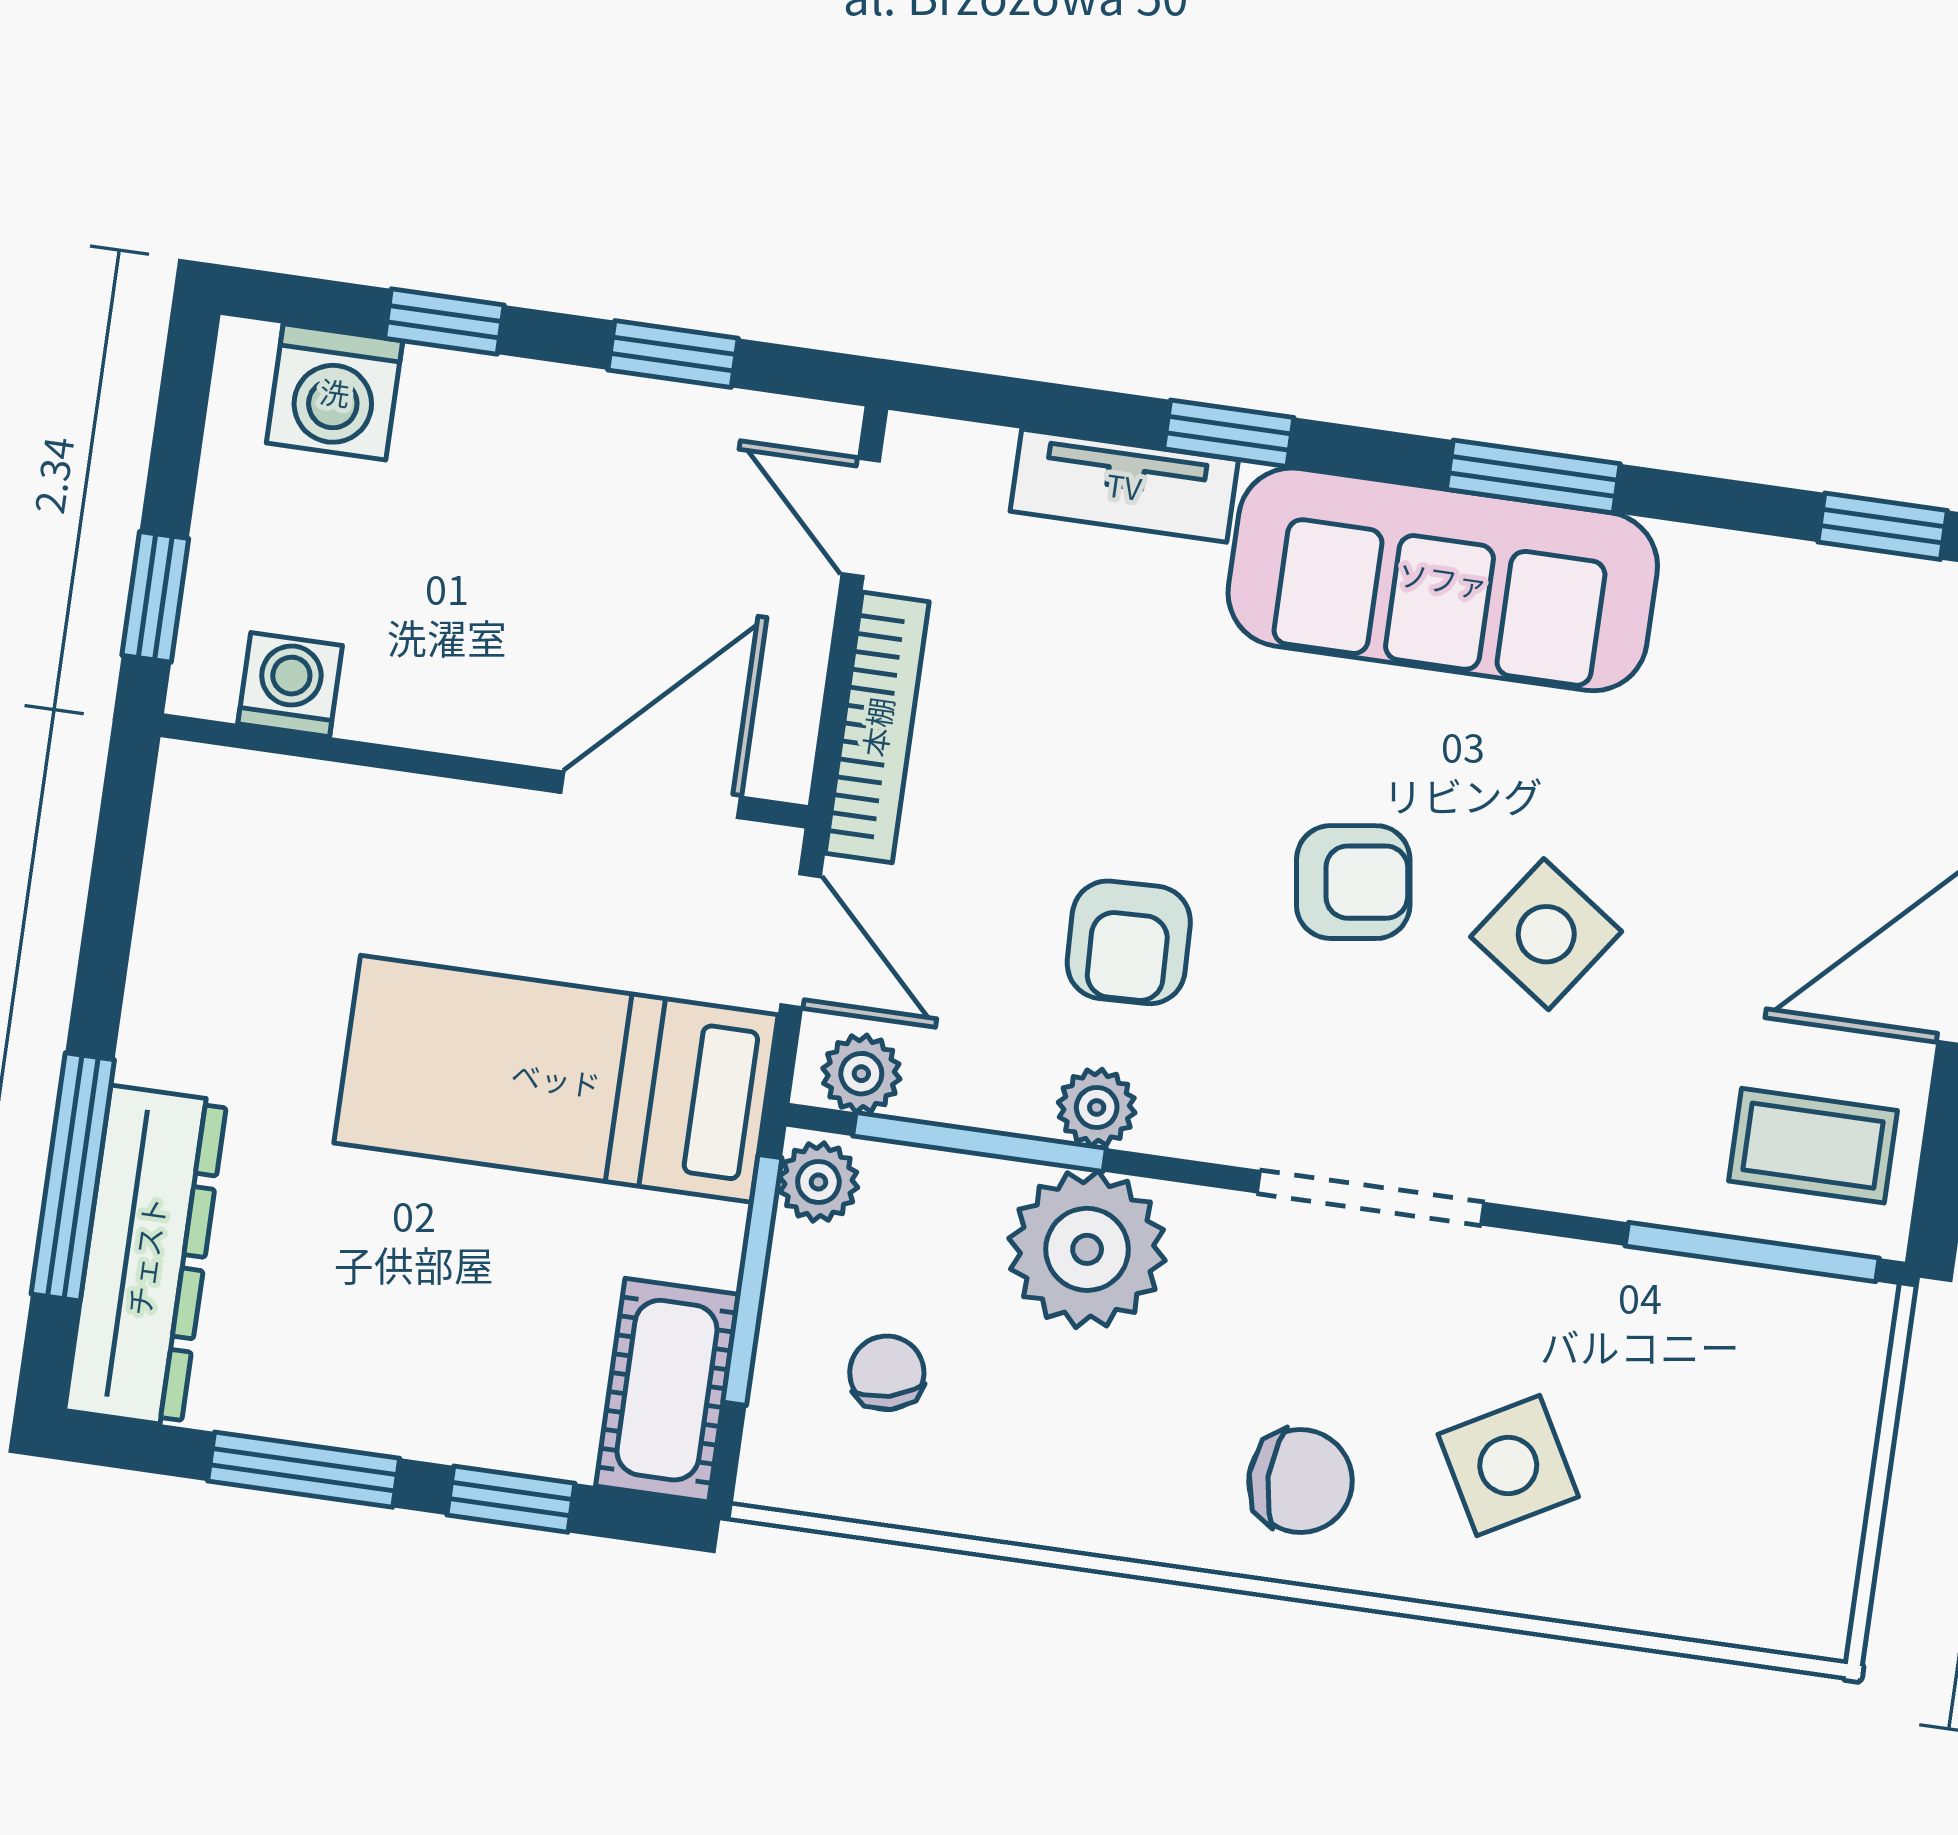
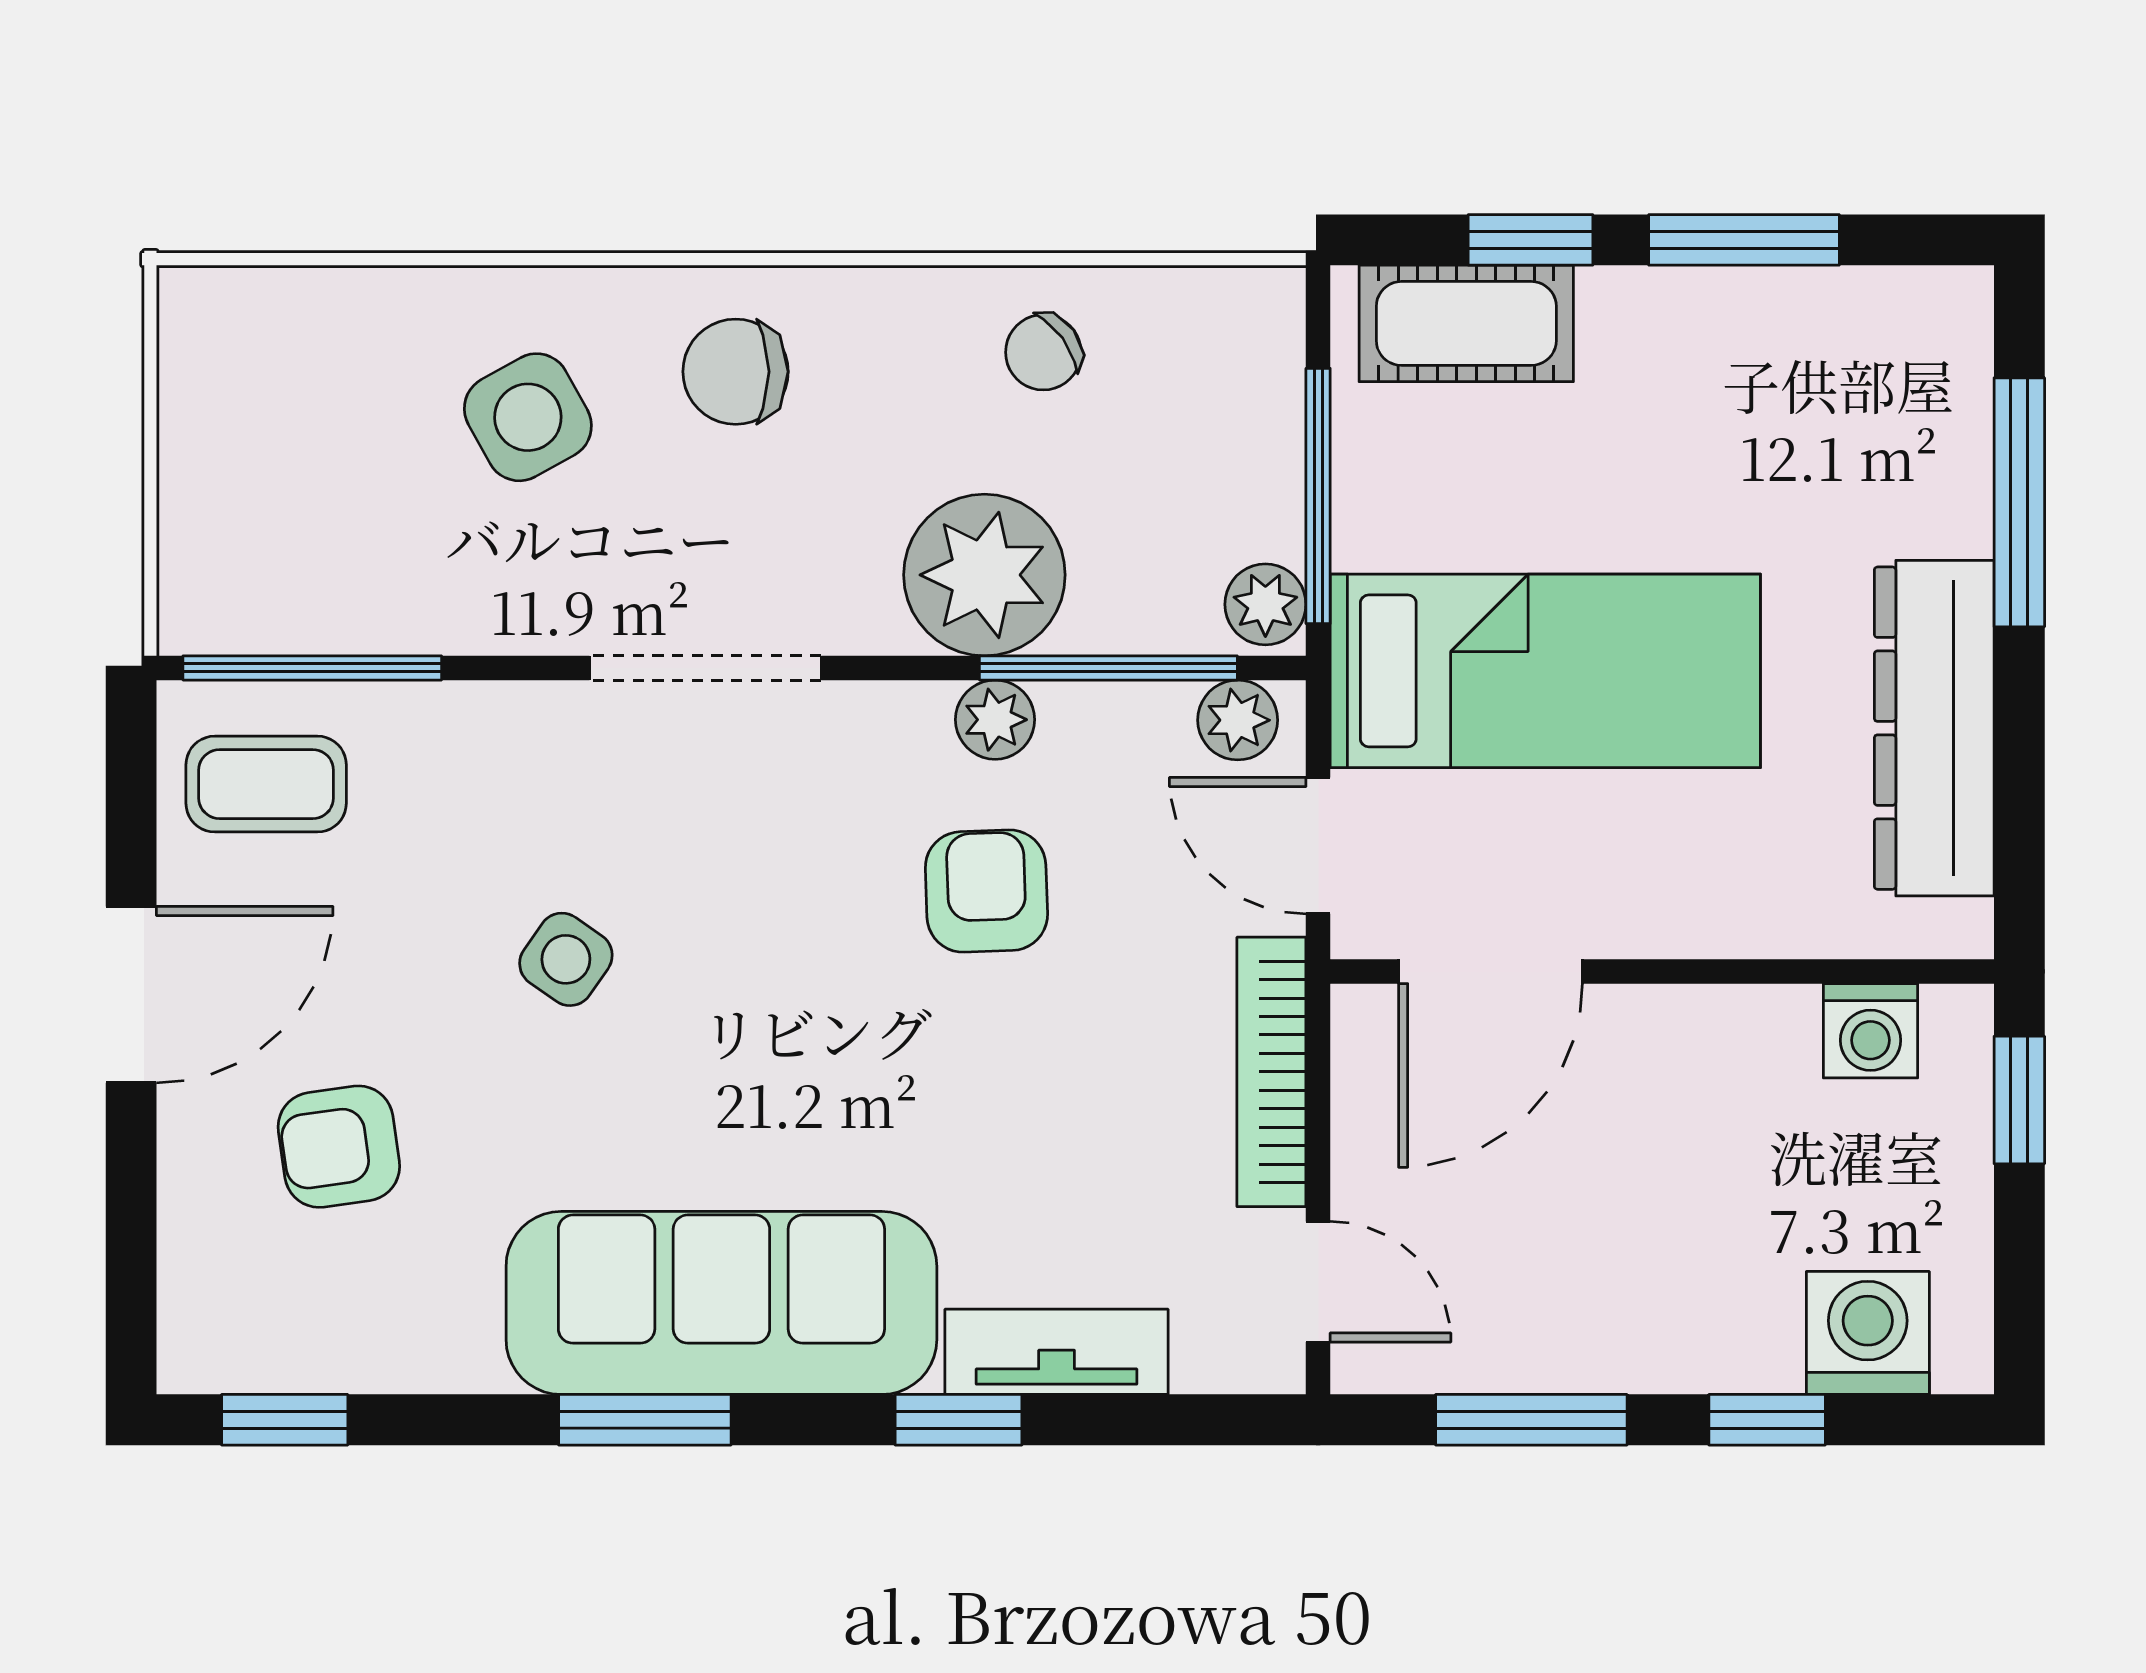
window: (673, 354) -> (1531, 1420), width x1.50
armchair: (1353, 882) -> (339, 1147), moved
side table: (1546, 934) -> (566, 959), width x0.73, depth x0.73
dresser: (146, 1256) -> (1934, 728), moved
chair: (887, 1373) -> (1043, 352), moved, turned 68
cot: (667, 1390) -> (1466, 323), moved, turned 90

